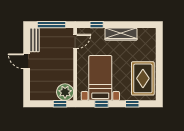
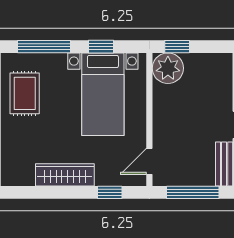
rug: (143, 78) -> (25, 93), width x0.73, depth x0.70
window: (132, 104) -> (44, 47), width x2.17

